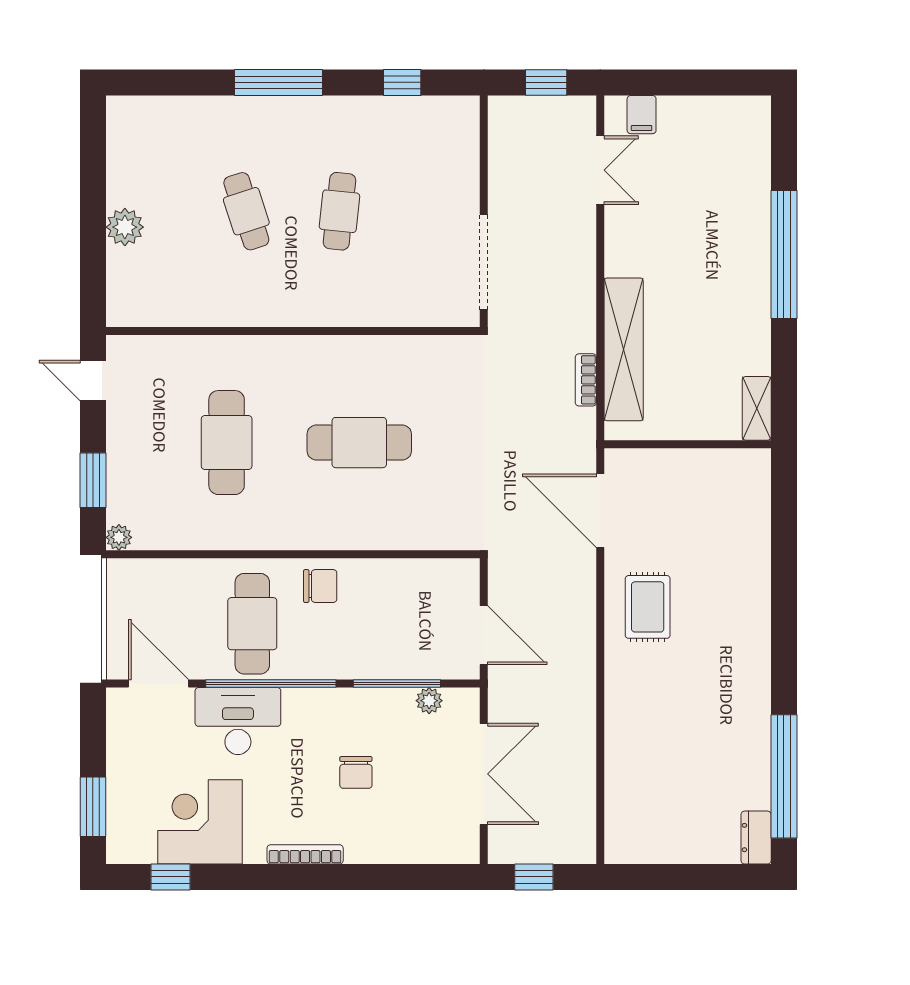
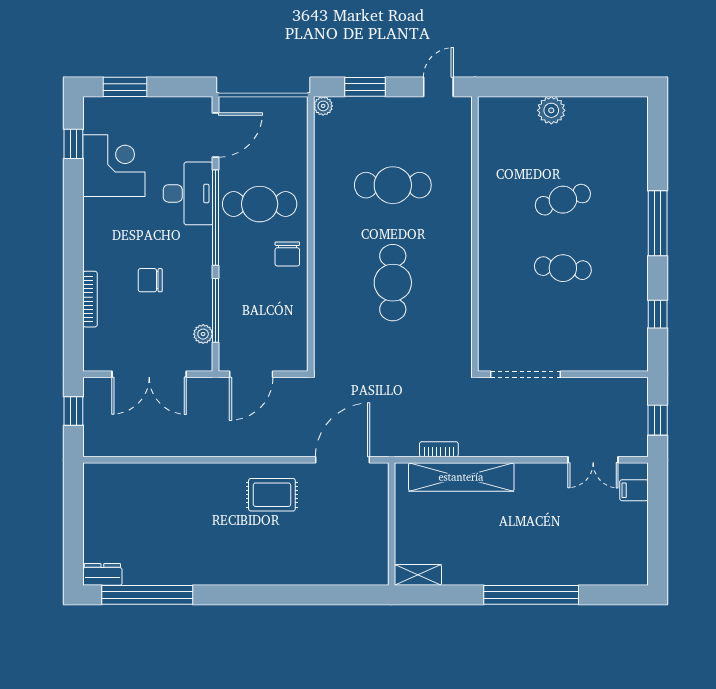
bookcase: (305, 854) -> (90, 299), moved

